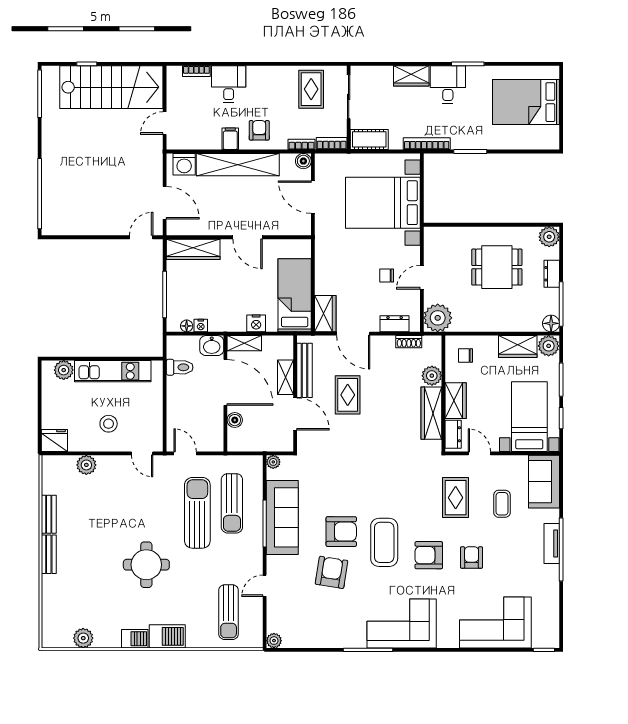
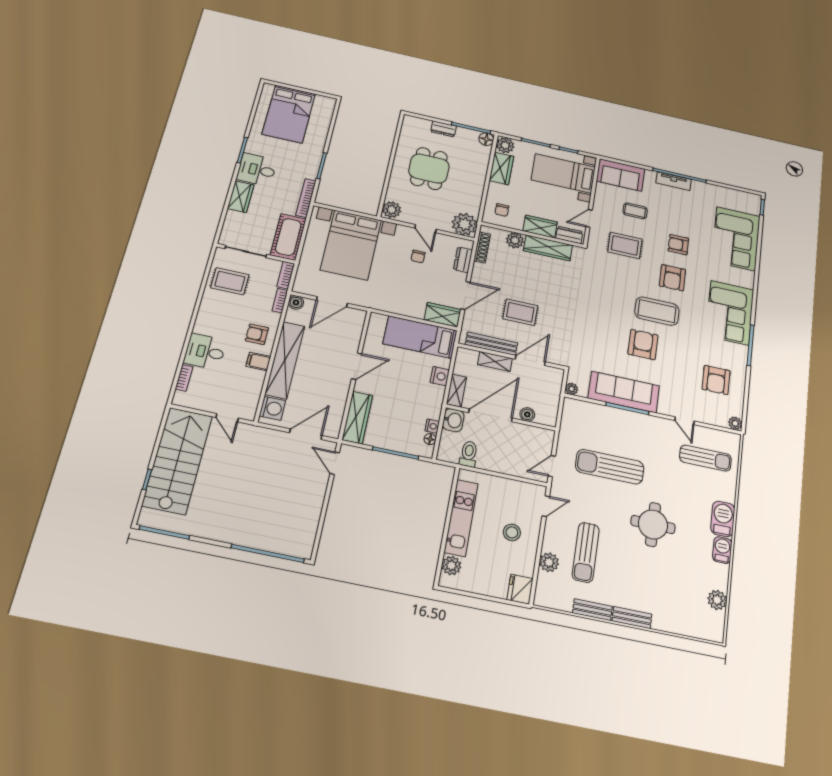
cot: (369, 139) -> (288, 237), width x1.37, depth x1.34
plant: (549, 237) -> (392, 210), moved
shoe rack: (409, 342) -> (482, 247), width x1.43
sun lounger: (232, 503) -> (586, 552), moved, turned 90
armchair: (332, 572) -> (716, 380), moved, turned -99

